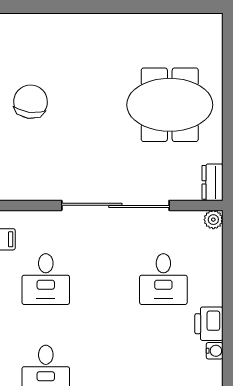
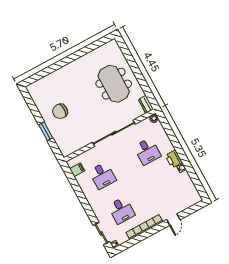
chair: (31, 102) -> (60, 111), turned -98
meeting table: (170, 105) -> (114, 84), turned 90

